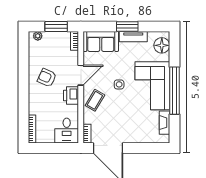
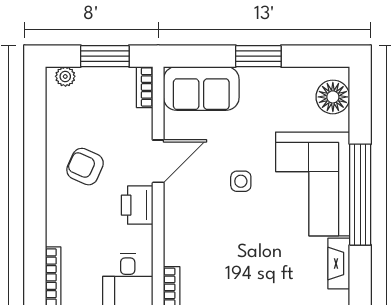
tv unit: (133, 37) -> (271, 78), removed
coffee table: (95, 100) -> (189, 215), removed

